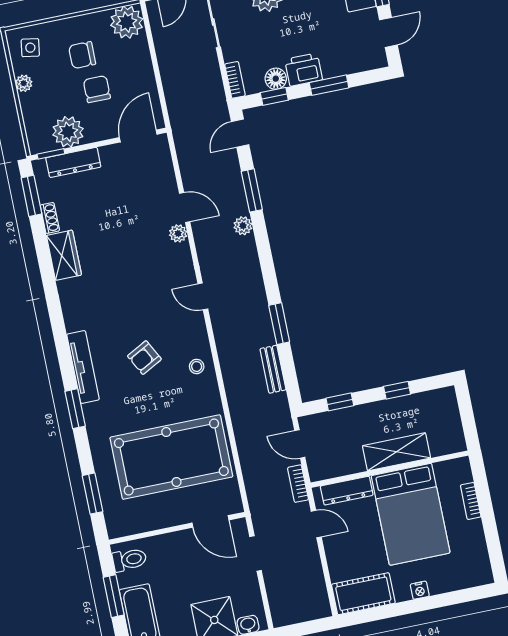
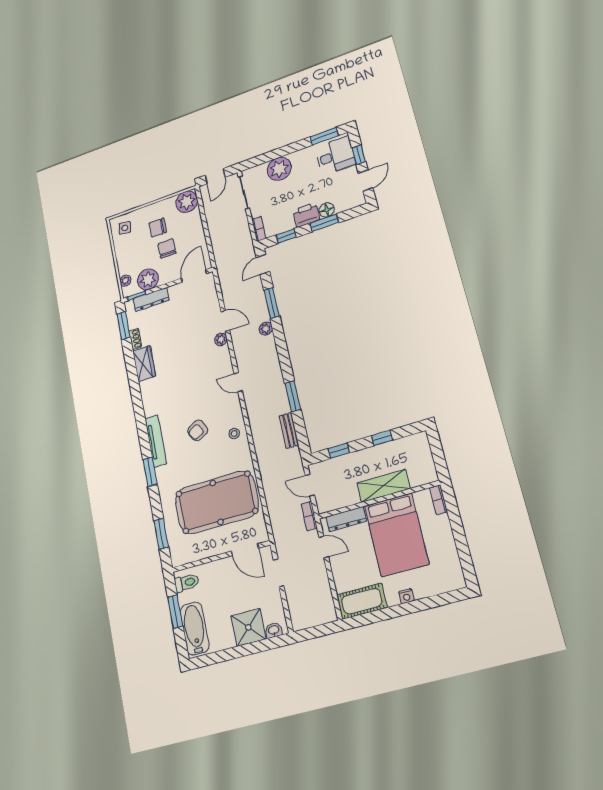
floor lamp: (276, 79) -> (327, 210), moved
plant: (24, 83) -> (125, 281), moved
bookcase: (471, 501) -> (438, 500), moved

